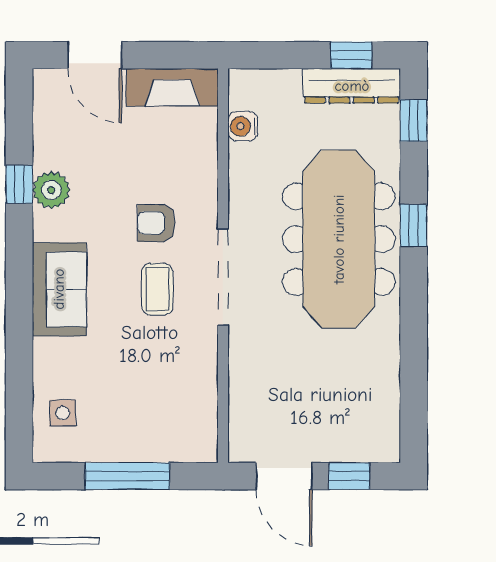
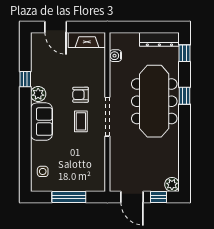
window: (351, 55) -> (159, 27), removed
plant: (51, 190) -> (38, 94), moved
plant: (383, 445) -> (172, 184), added

